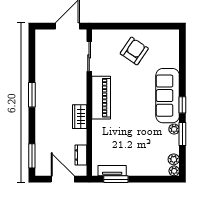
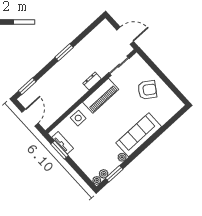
window: (182, 105) -> (141, 149), removed
wardrobe: (80, 117) -> (77, 93), removed
window: (182, 134) -> (114, 174), moved
side table: (103, 136) -> (78, 118), added
dresser: (81, 155) -> (92, 81), moved

